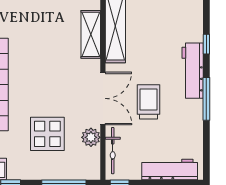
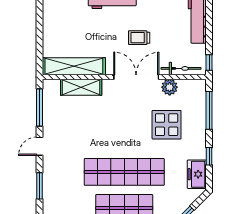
trolley: (149, 102) -> (139, 38), width x0.73, depth x0.72

